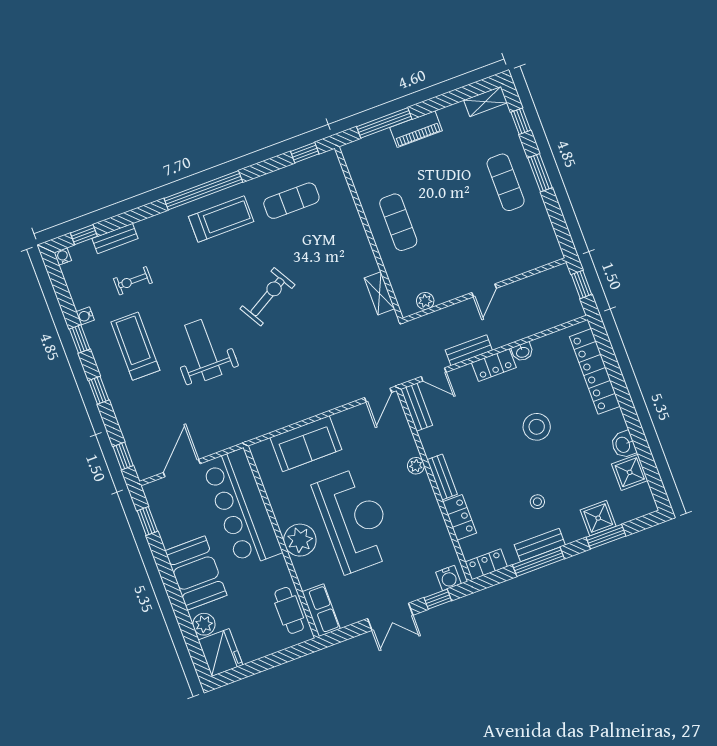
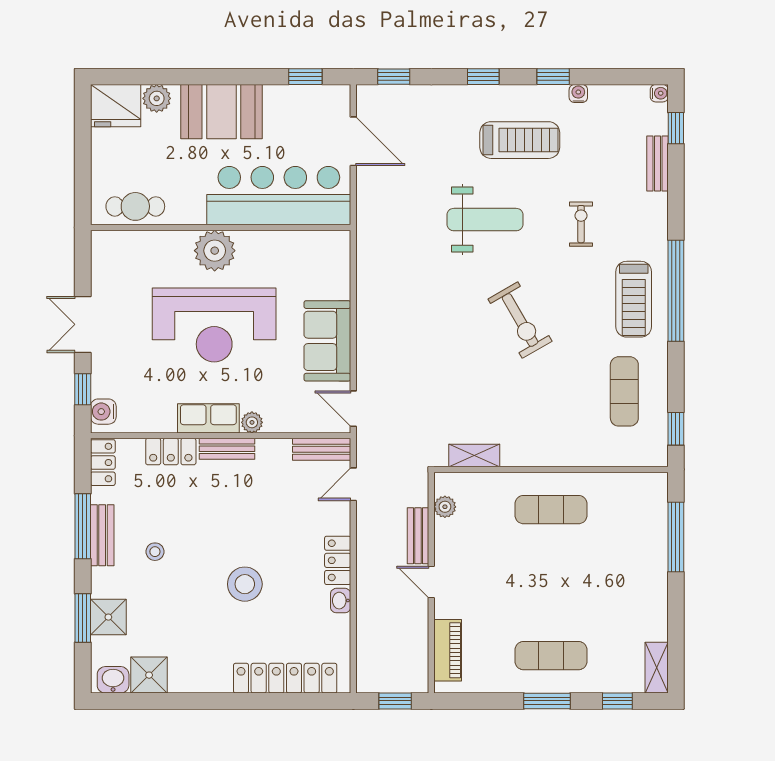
piano: (416, 129) -> (448, 650), moved, turned 180
exercise bike: (133, 281) -> (581, 224), moved
bench: (469, 350) -> (418, 536), moved
sofa: (306, 444) -> (327, 341), moved
washbasin: (623, 445) -> (113, 680), moved
row of seats: (321, 610) -> (208, 418), moved, turned 180

